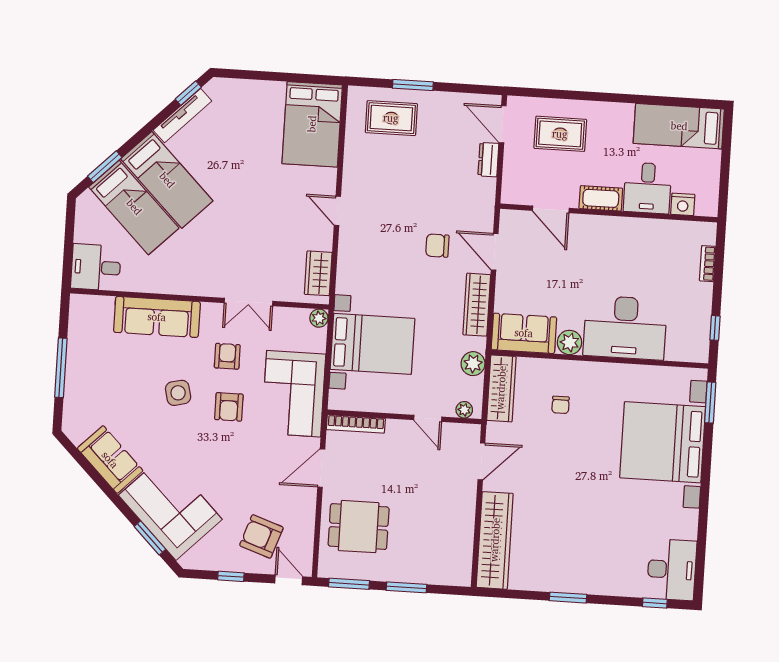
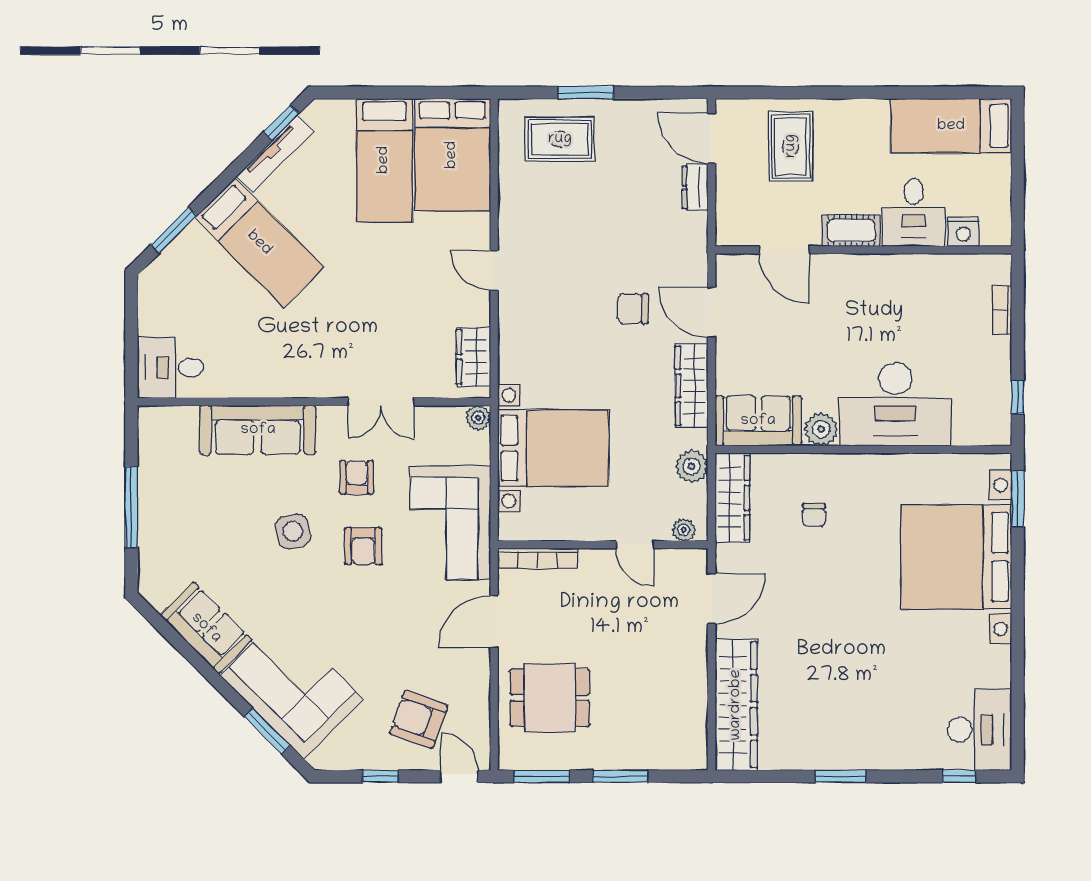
rug: (560, 134) -> (791, 146), turned 90
bed: (134, 207) -> (384, 160), moved, turned 45

